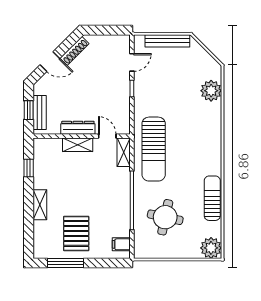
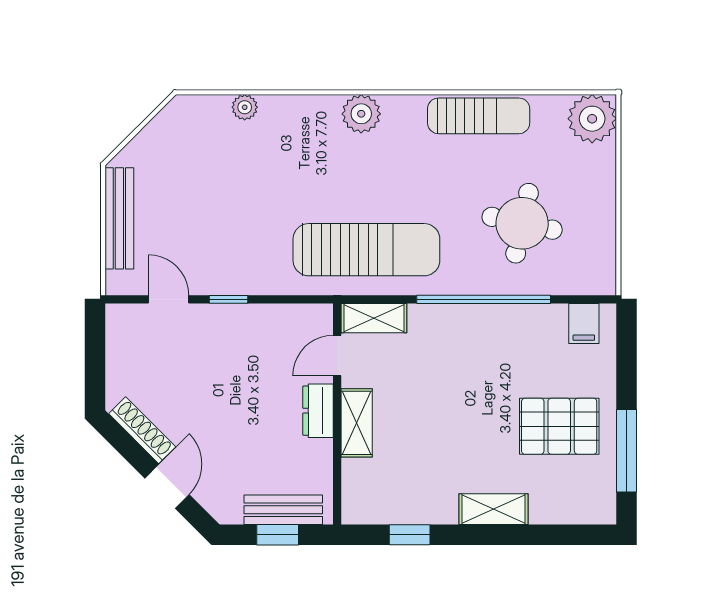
plant: (211, 91) -> (245, 107), width x0.53, depth x0.53
dresser: (78, 128) -> (318, 411), width x0.70
plant: (213, 147) -> (361, 114), added
sun lounger: (212, 198) -> (479, 116), turned 180

